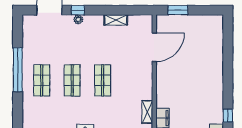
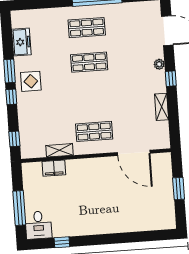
window: (78, 10) -> (171, 79), moved
window: (178, 10) -> (179, 189), moved
shop shelf: (103, 80) -> (94, 131), moved

